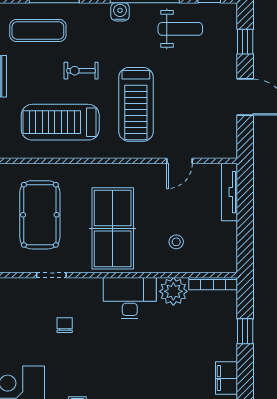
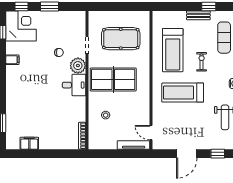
treadmill: (60, 122) -> (173, 50), turned 180
door: (179, 161) -> (151, 133), moved
plant: (173, 291) -> (78, 66), moved
desk: (130, 298) -> (74, 85), width x0.73
window: (245, 331) -> (55, 154), removed

